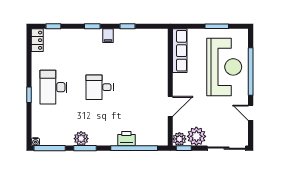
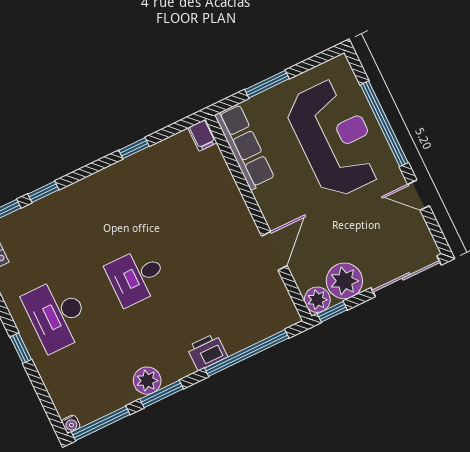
window: (92, 26) -> (43, 192), moved
window: (217, 26) -> (267, 84), moved
filing cabinet: (108, 36) -> (202, 135), moved
printer: (126, 139) -> (207, 352), moved

